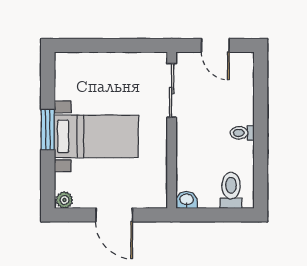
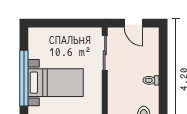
window: (48, 129) -> (24, 78), width x2.11

